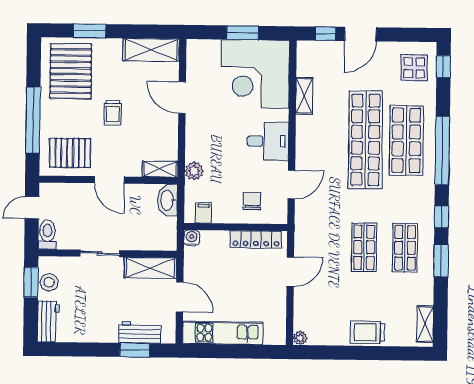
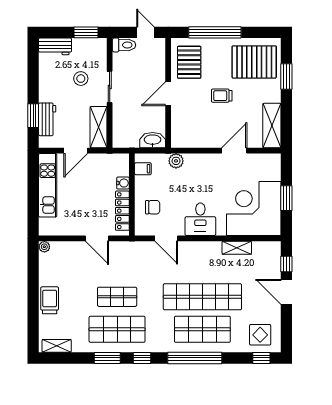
shelving: (160, 169) -> (177, 134), removed
water cooler: (192, 238) -> (123, 183), moved
shop shelf: (405, 248) -> (117, 329), width x1.43, depth x1.36
stool: (49, 282) -> (81, 79), moved

